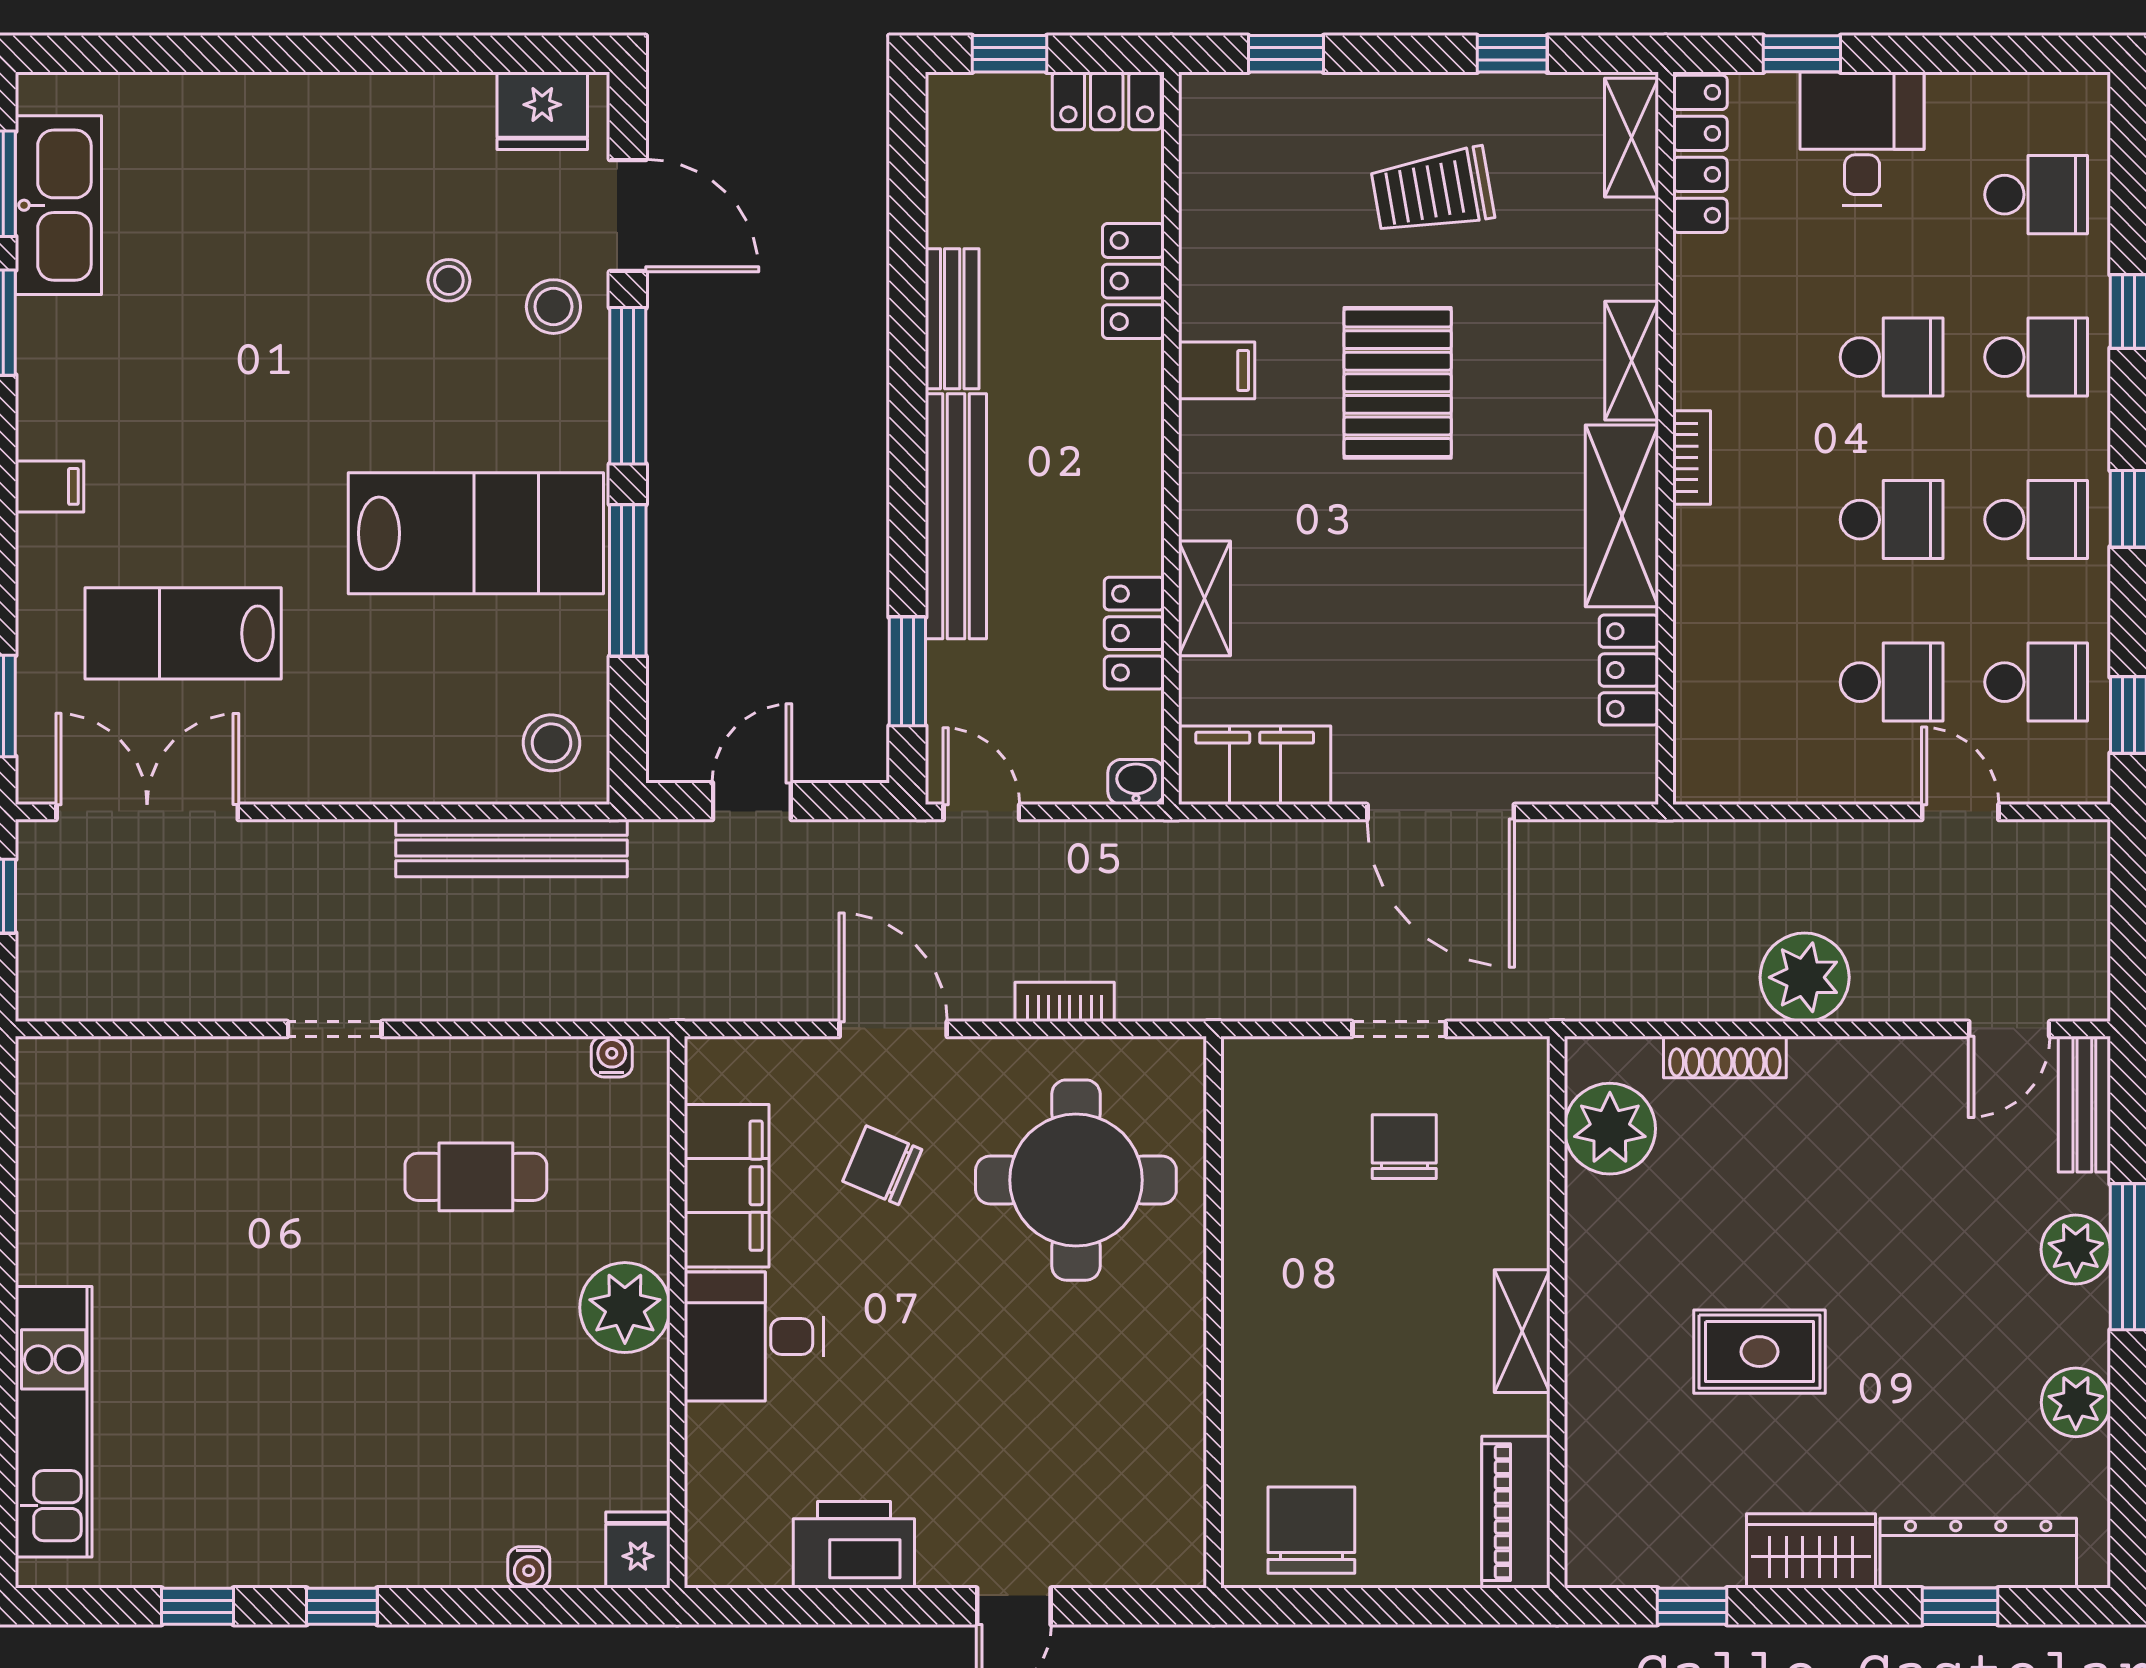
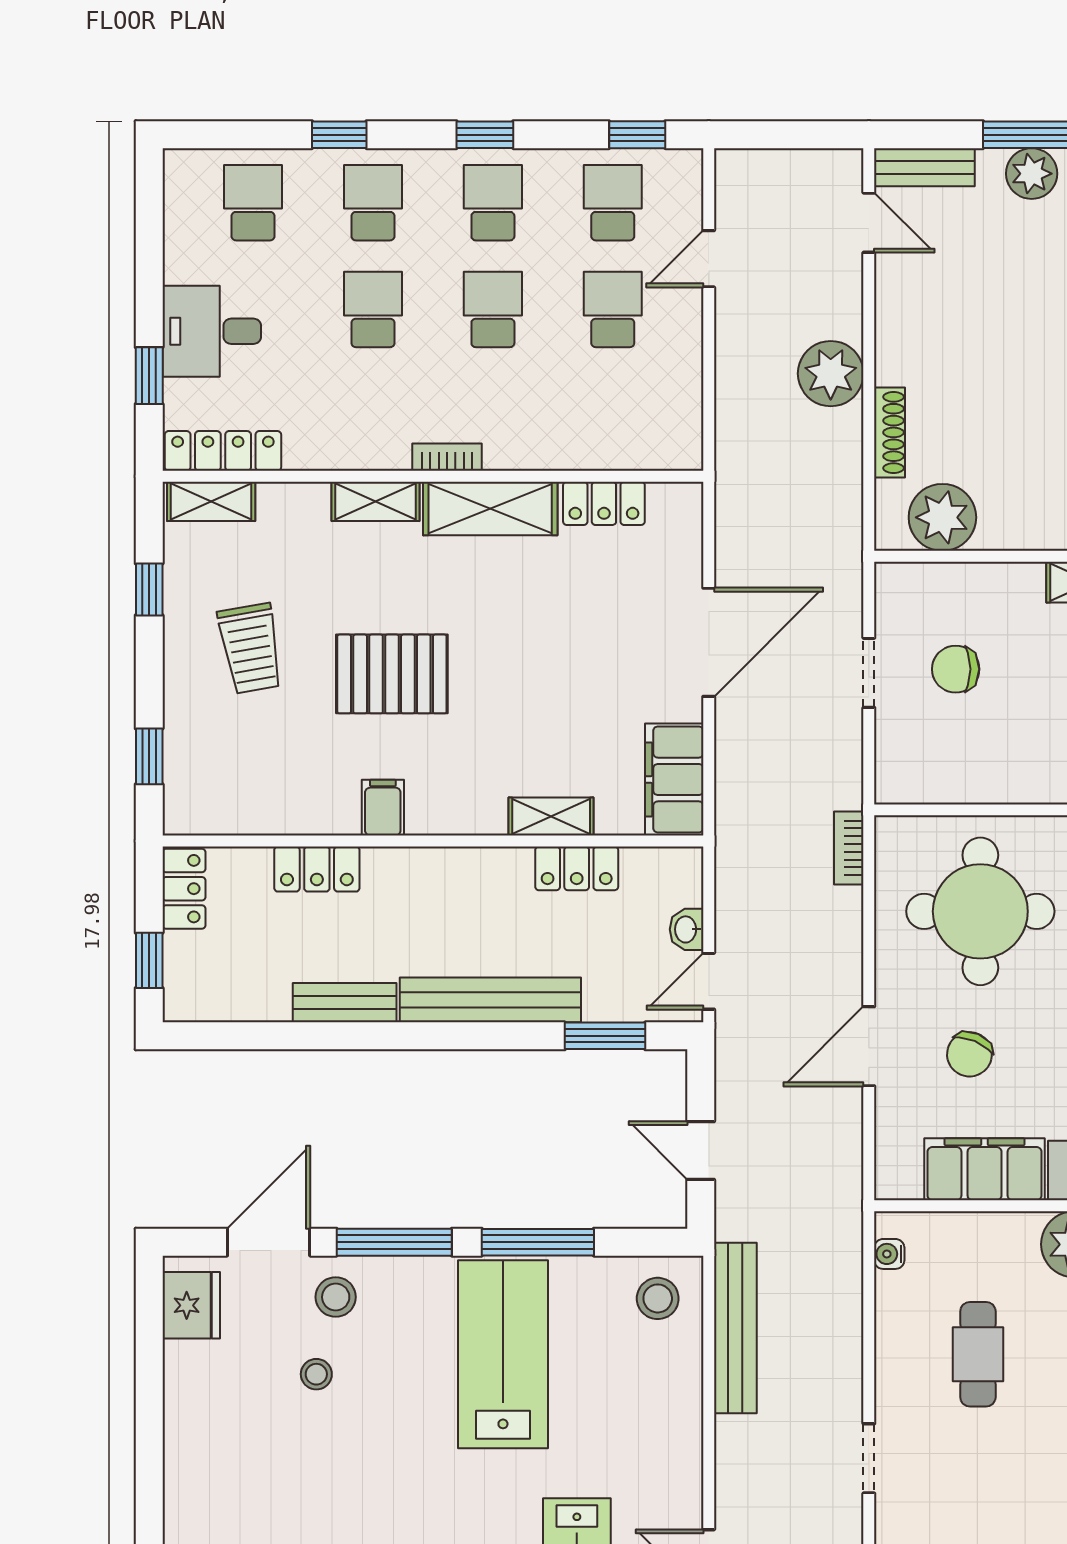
washbasin: (1136, 782) -> (687, 929), moved
bookcase: (1065, 1002) -> (849, 848), moved

